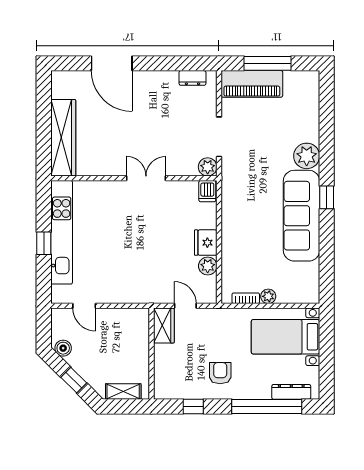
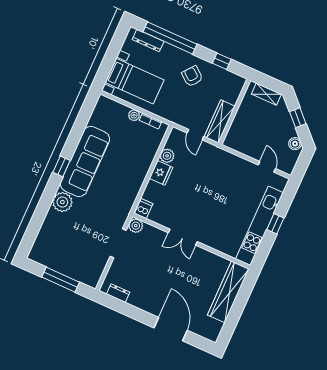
piano: (252, 84) -> (78, 270), removed
wardrobe: (164, 326) -> (220, 121), width x1.50
armchair: (220, 373) -> (192, 76), turned 129

